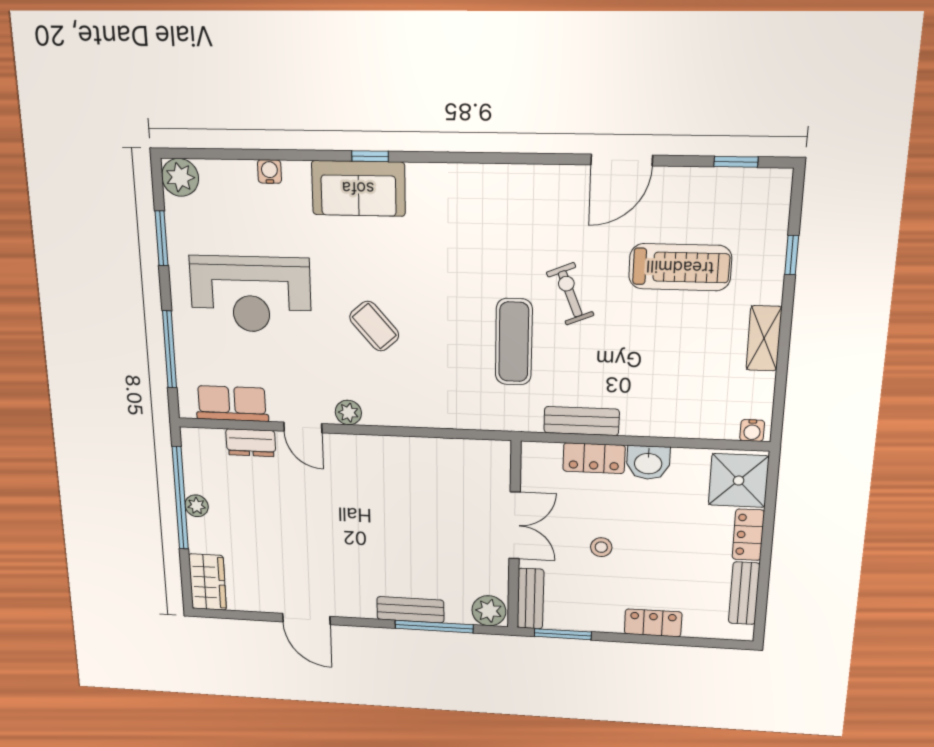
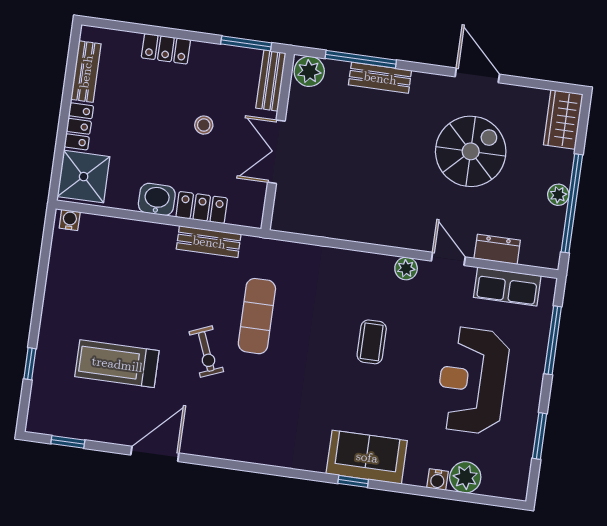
plant: (180, 177) -> (465, 477), moved
reception desk: (250, 294) -> (472, 381), turned -90
coffee table: (374, 326) -> (372, 342), turned 41
shelving: (764, 338) -> (55, 298), removed
spiral stairs: (299, 543) -> (471, 151), added

